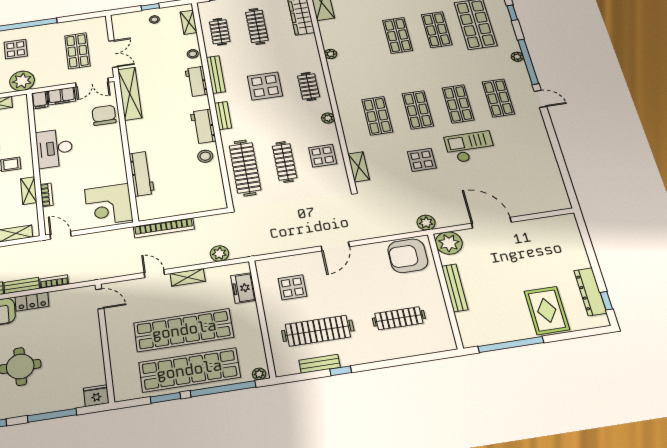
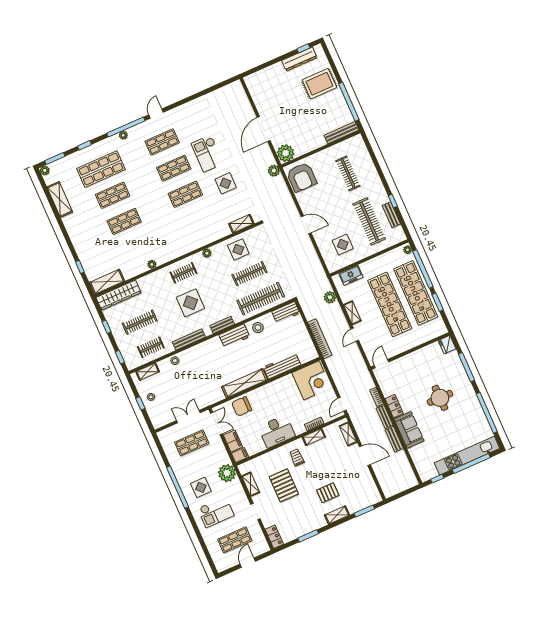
workbench: (196, 82) -> (286, 312), moved
shelving: (130, 94) -> (245, 383), moved
shop shelf: (377, 116) -> (197, 220), removed
bench: (455, 288) -> (341, 133), moved

